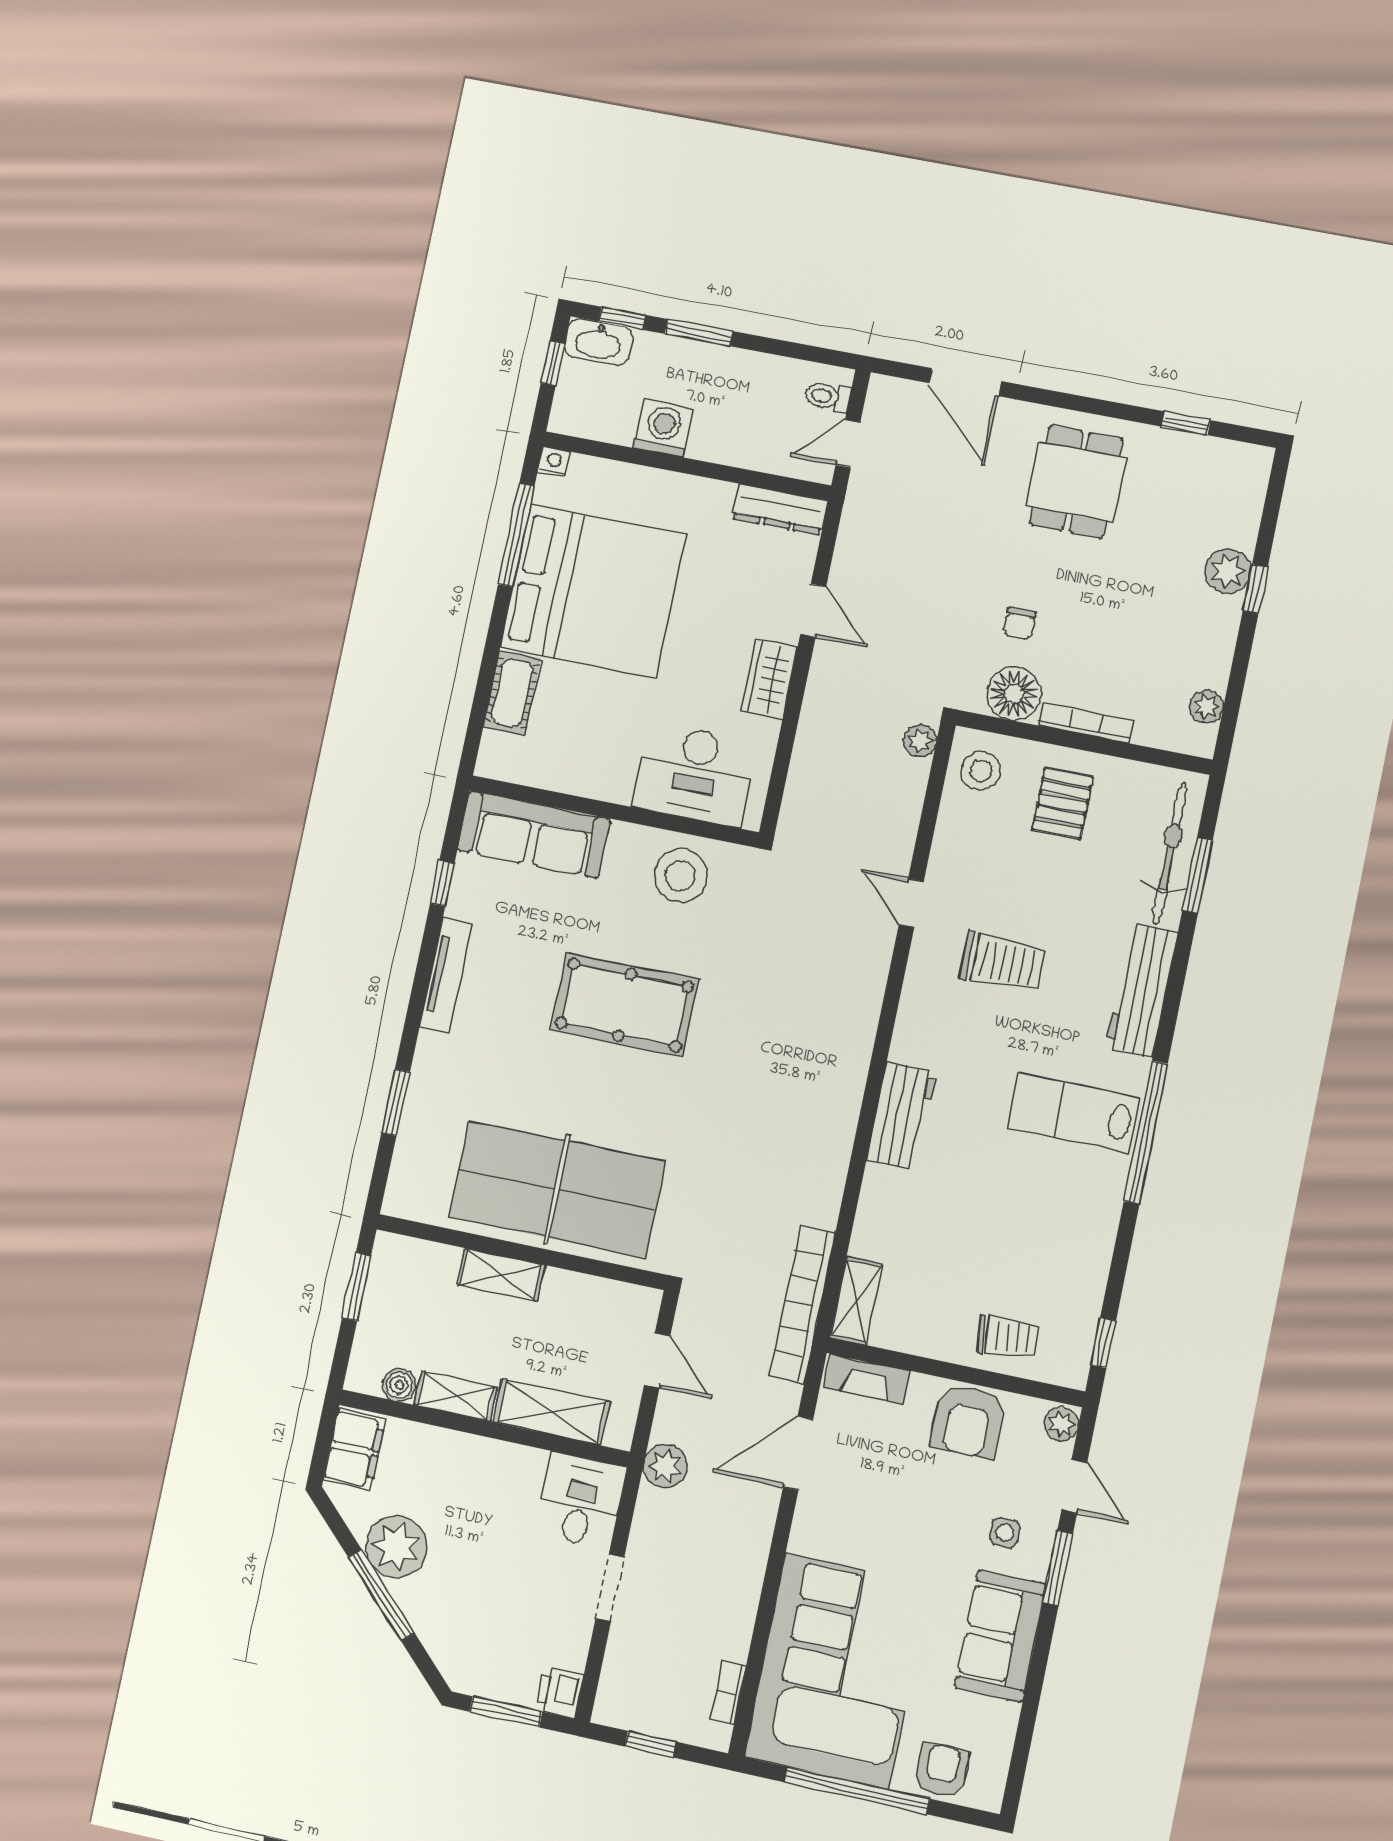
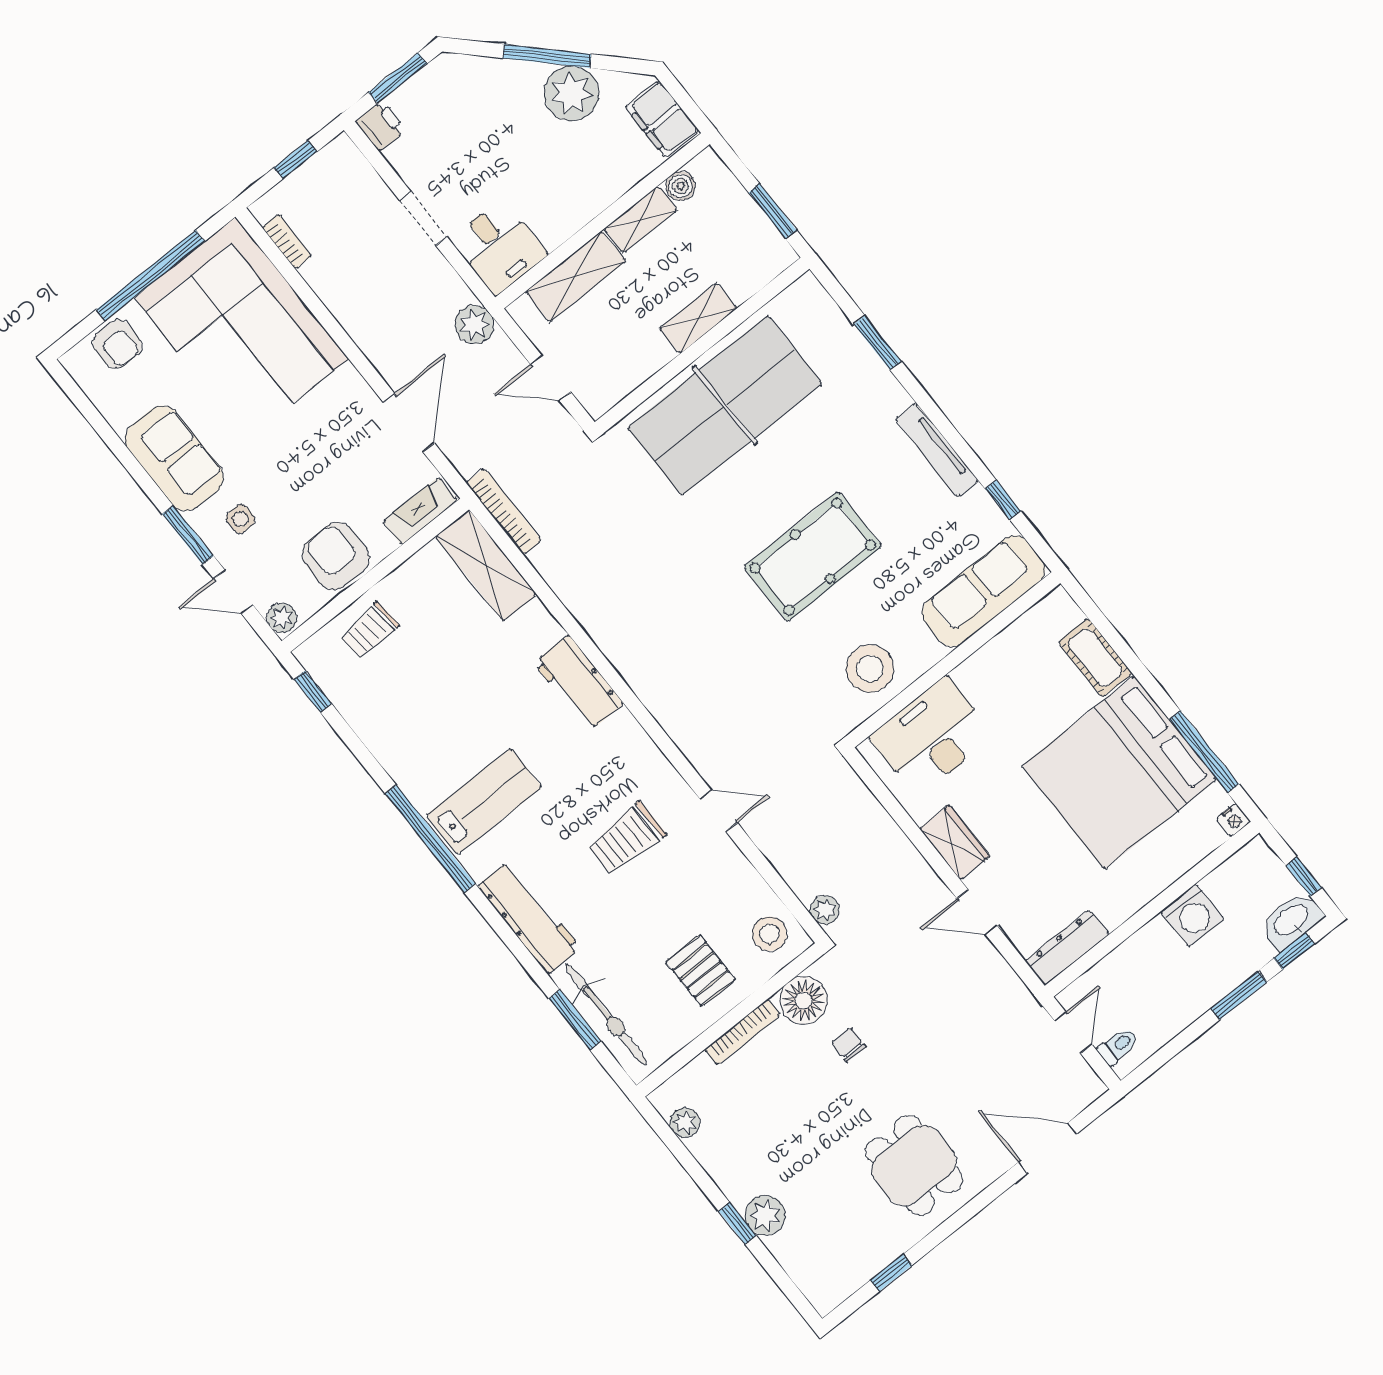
shelving: (856, 1301) -> (486, 565), width x1.50, depth x1.33
bookcase: (803, 1304) -> (504, 512), width x0.68, depth x0.76

